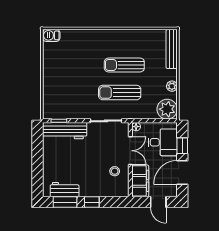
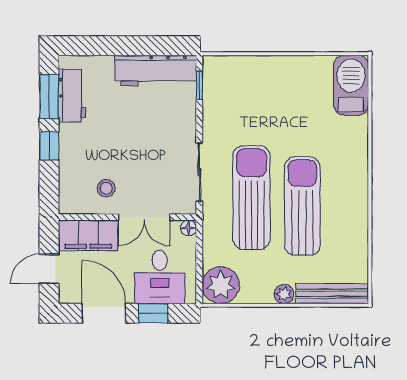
barbecue: (51, 35) -> (351, 85), width x1.88, depth x1.53
sun lounger: (124, 65) -> (302, 206), width x1.36, depth x1.34
plant: (172, 86) -> (284, 294), moved
sun lounger: (120, 93) -> (251, 198), width x1.36, depth x1.34
workbench: (65, 131) -> (156, 70), moved, turned -90

